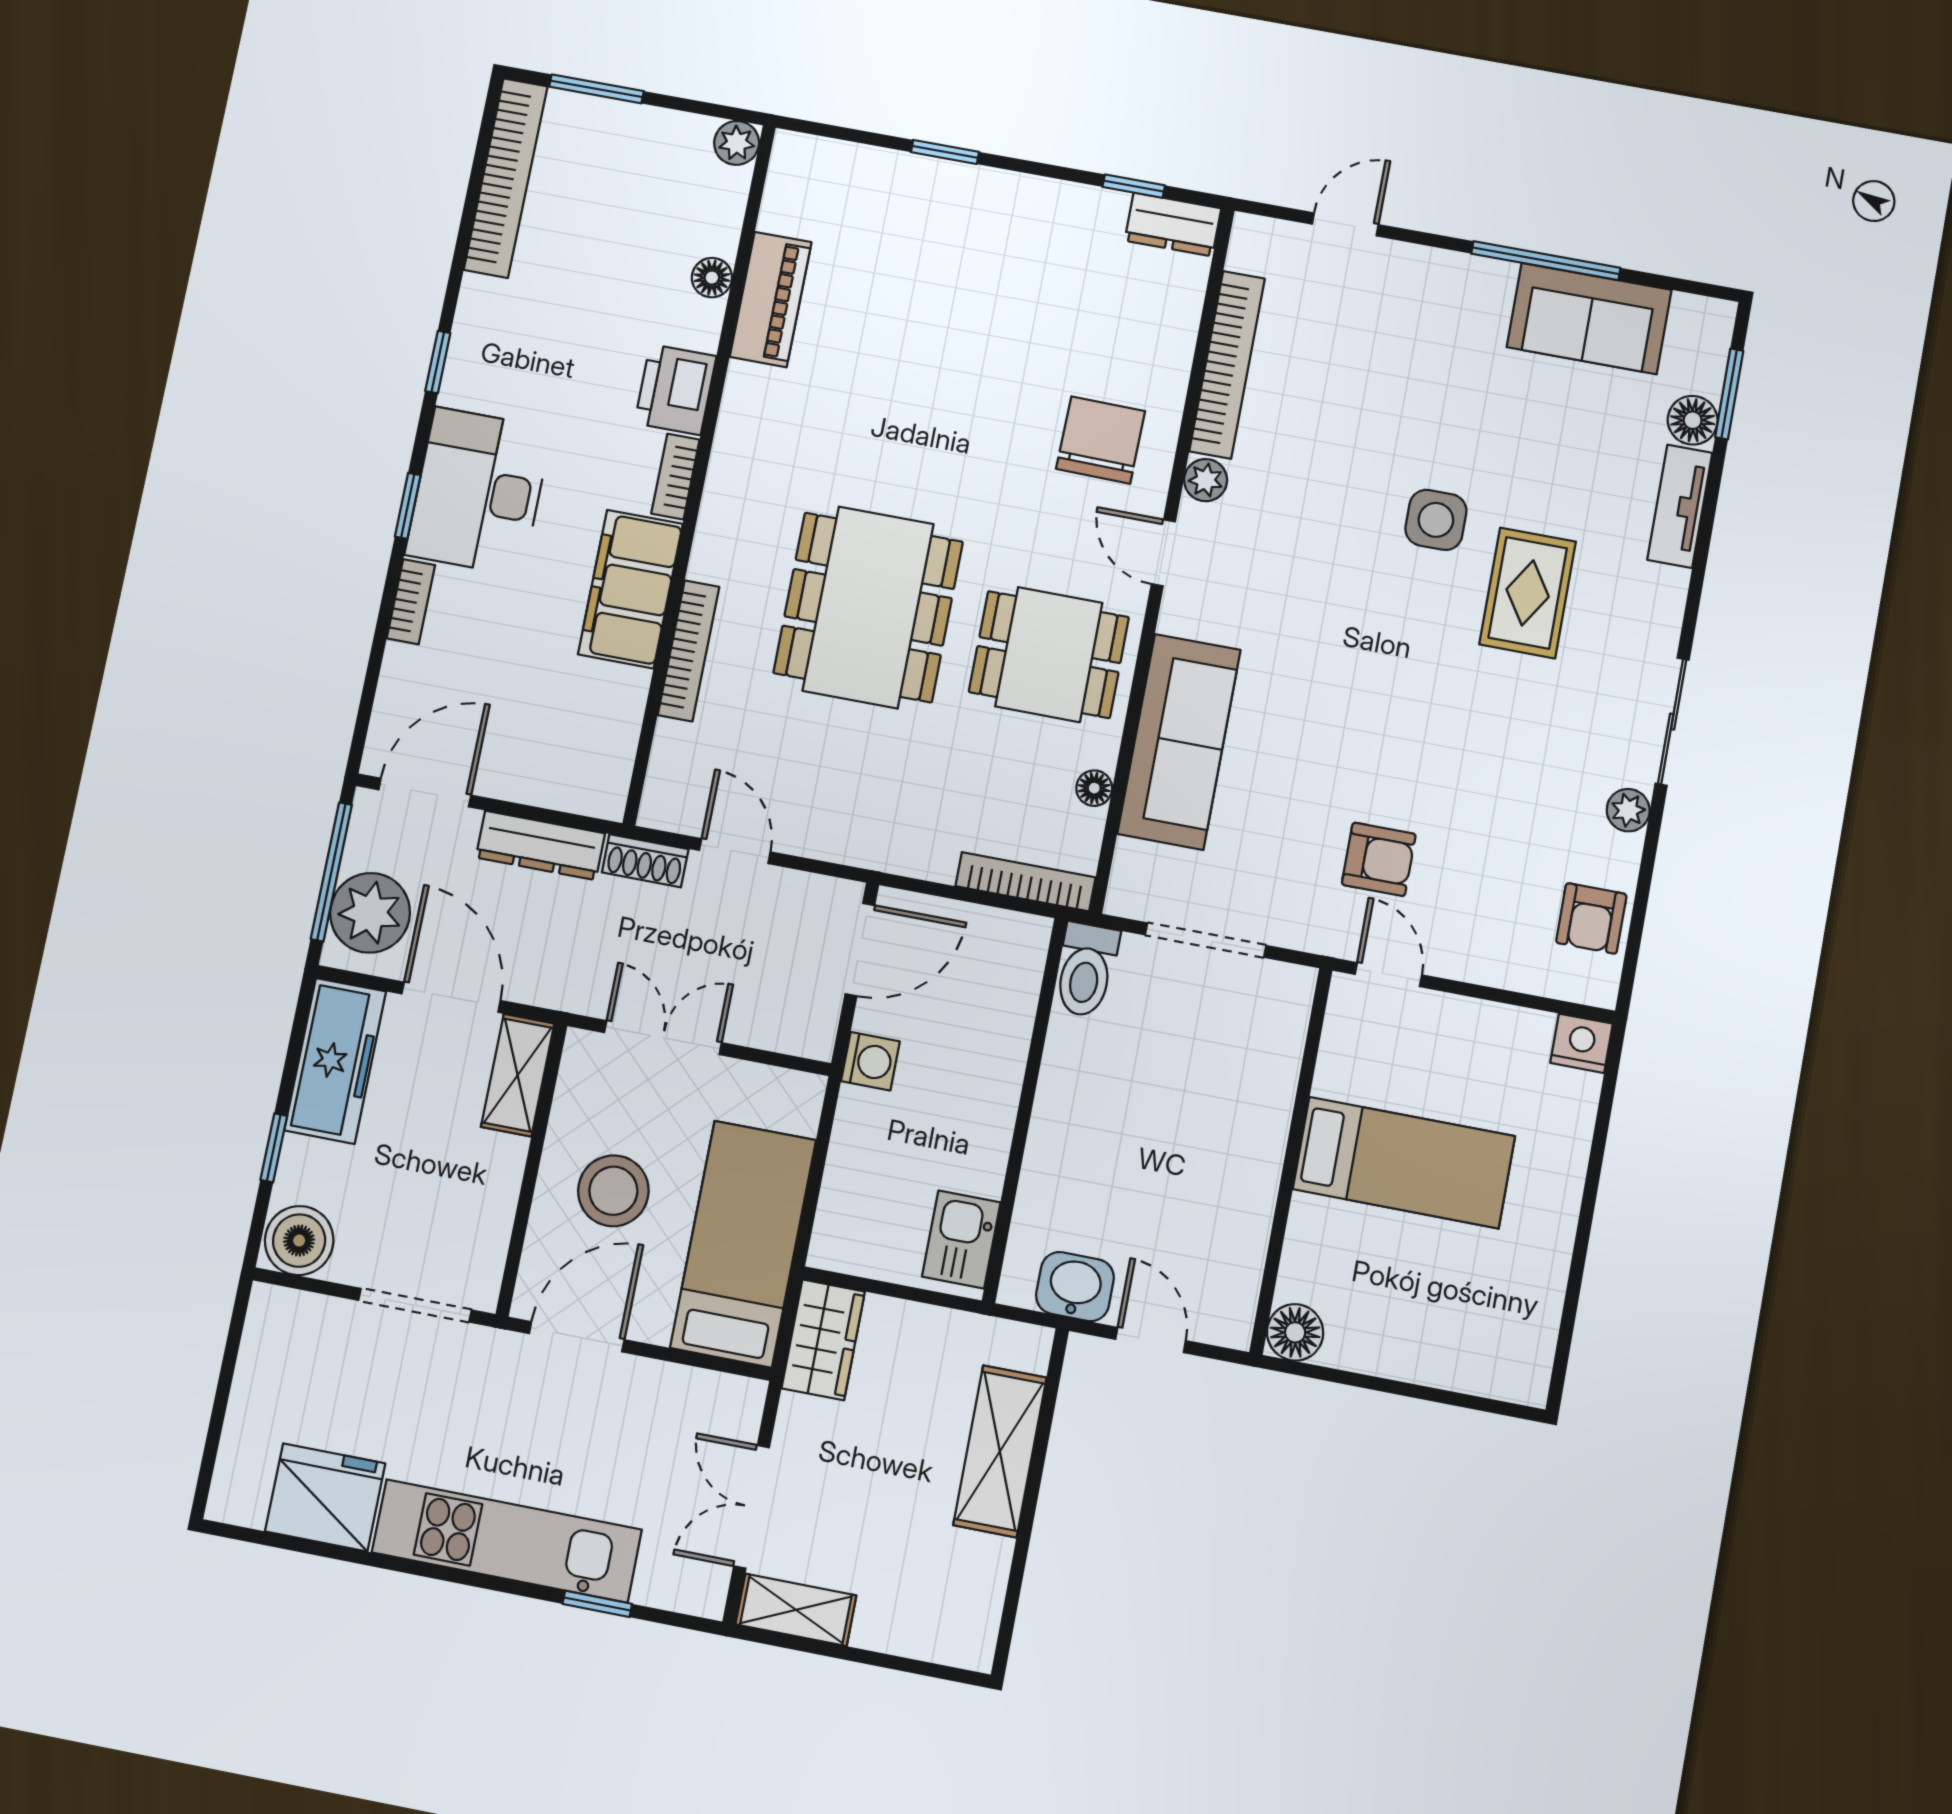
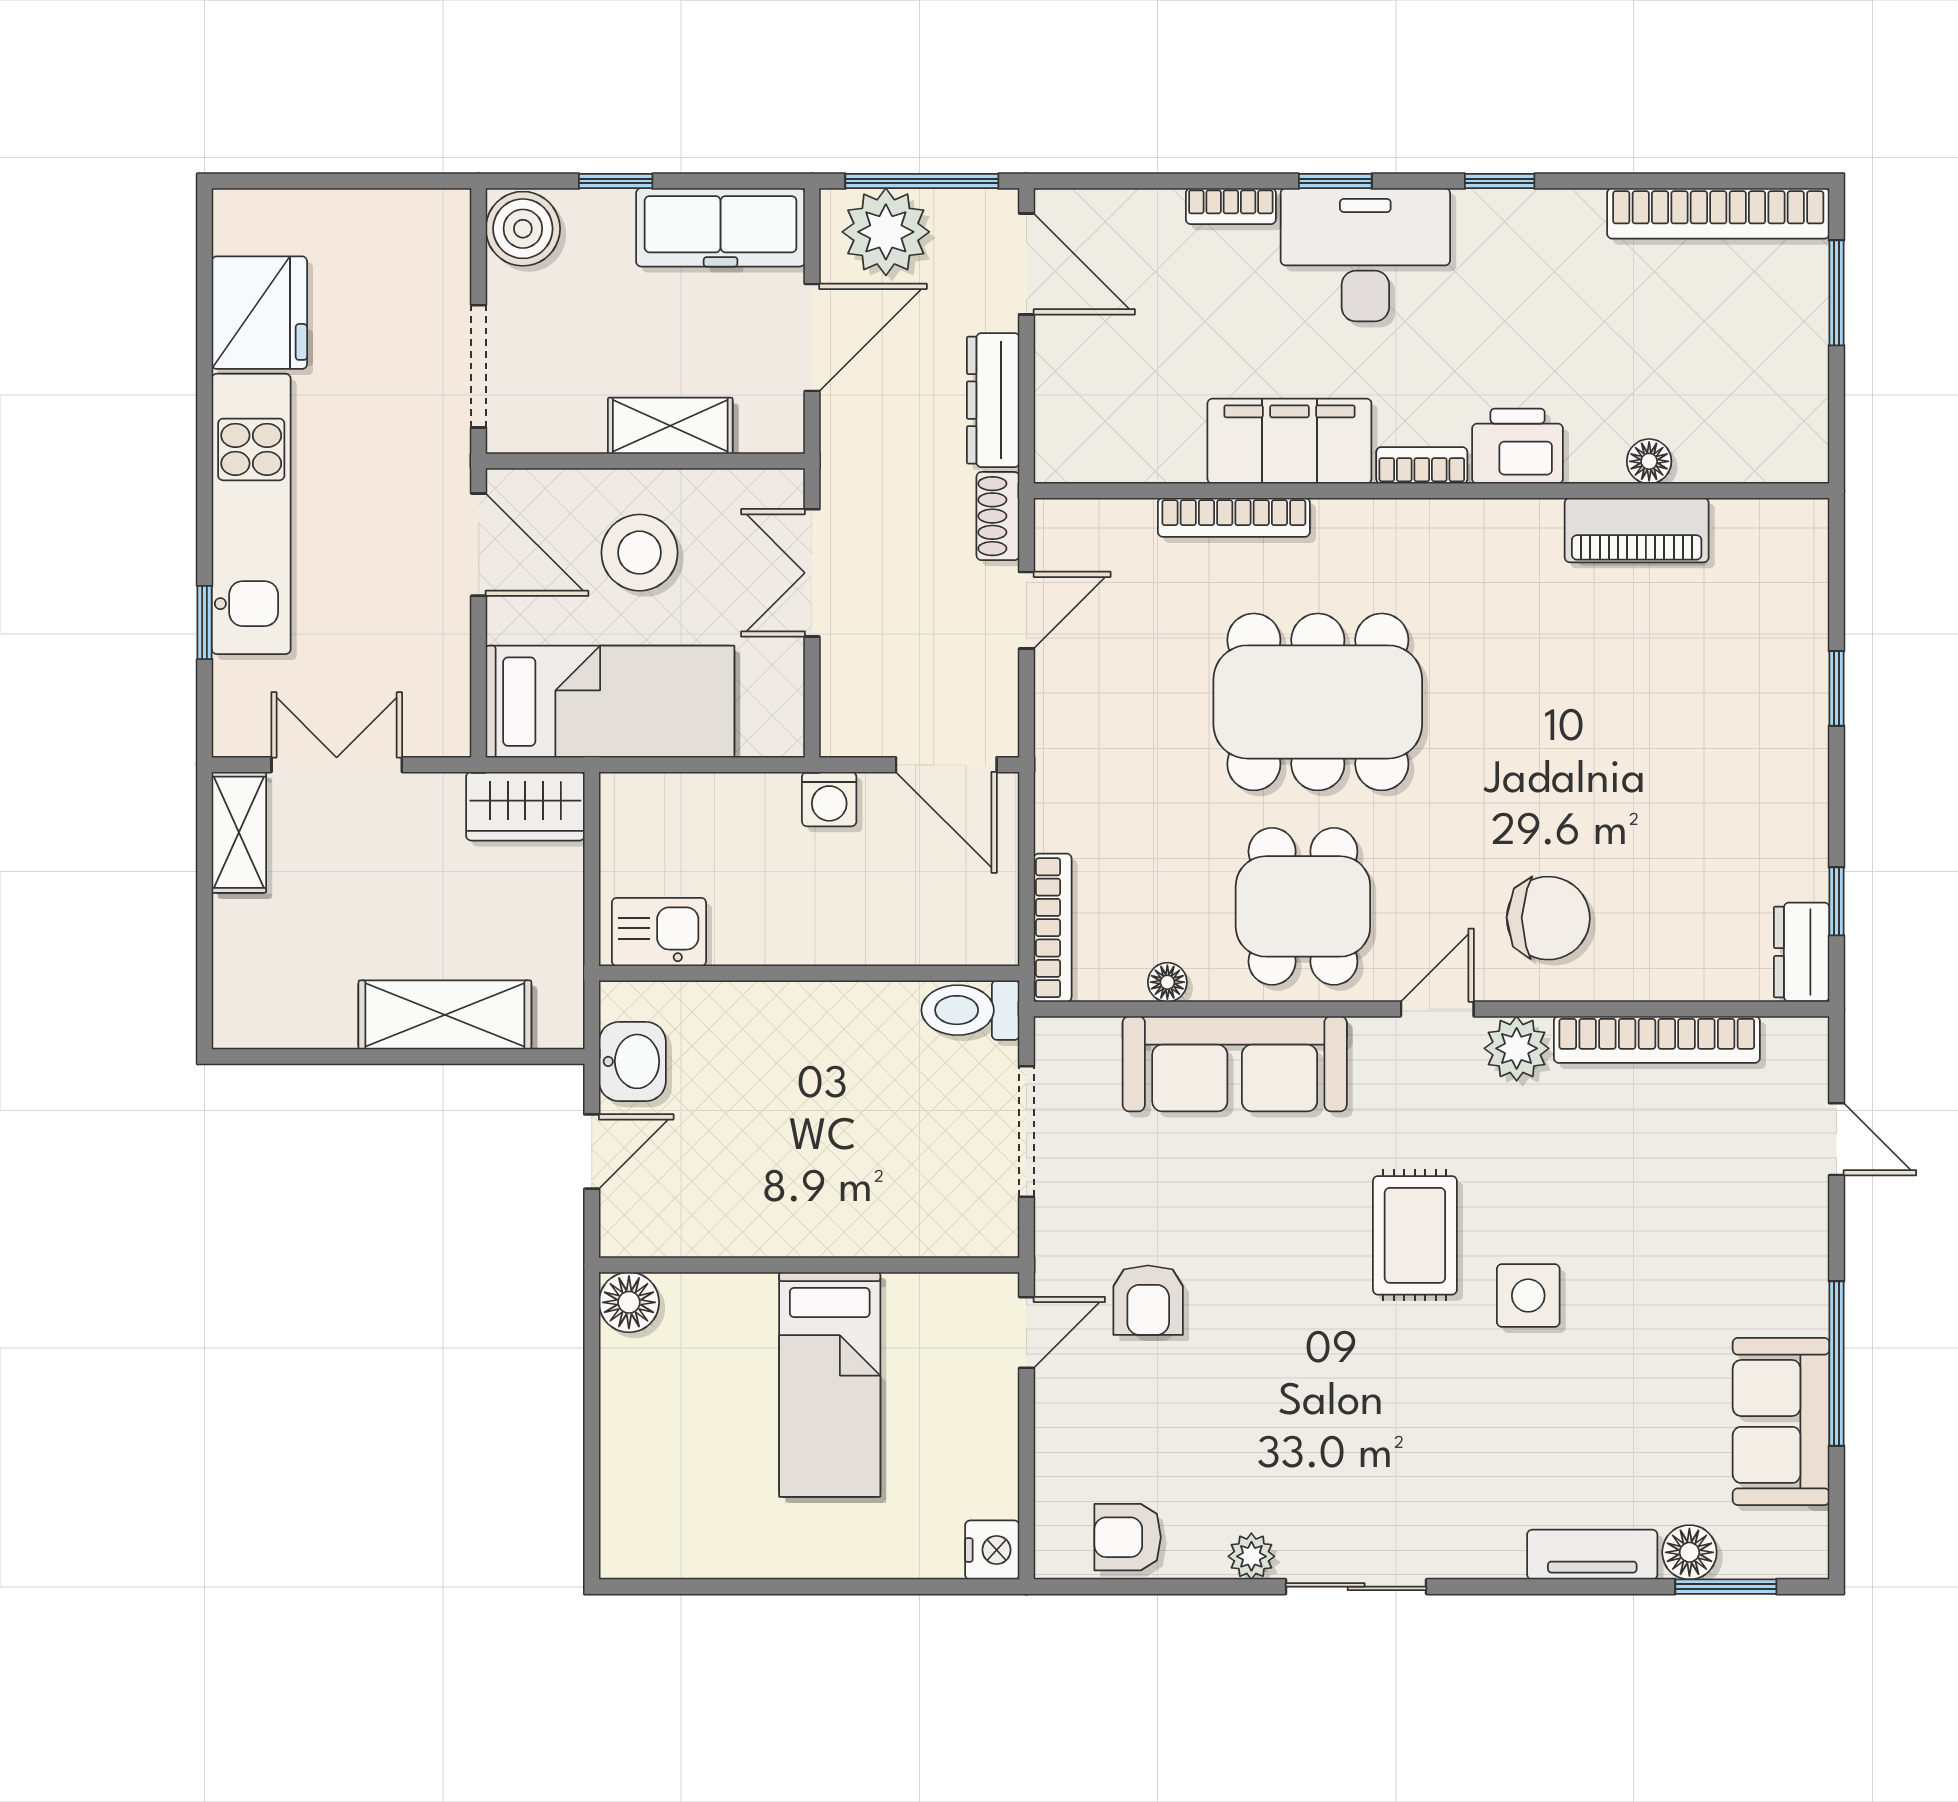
plant: (737, 143) -> (1804, 459), removed
plant: (1206, 480) -> (1517, 1048), width x1.38, depth x1.38
rug: (1528, 593) -> (1415, 1235), moved, turned 90
double door: (663, 1038) -> (812, 573), swing flipped
shelving: (518, 1075) -> (670, 426), moved

